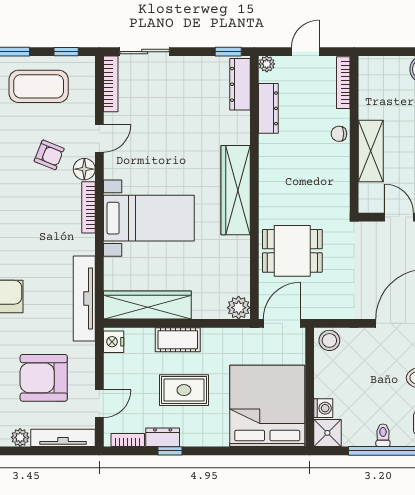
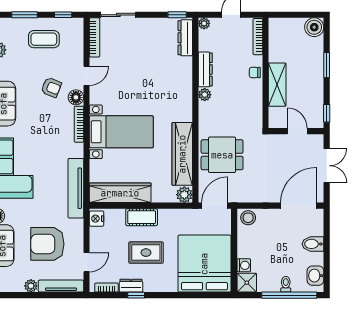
coffee table: (39, 86) -> (44, 39), width x0.73, depth x0.76
dresser: (268, 108) -> (205, 69), moved
plant: (268, 165) -> (205, 95), added
wardrobe: (236, 190) -> (182, 154), moved

